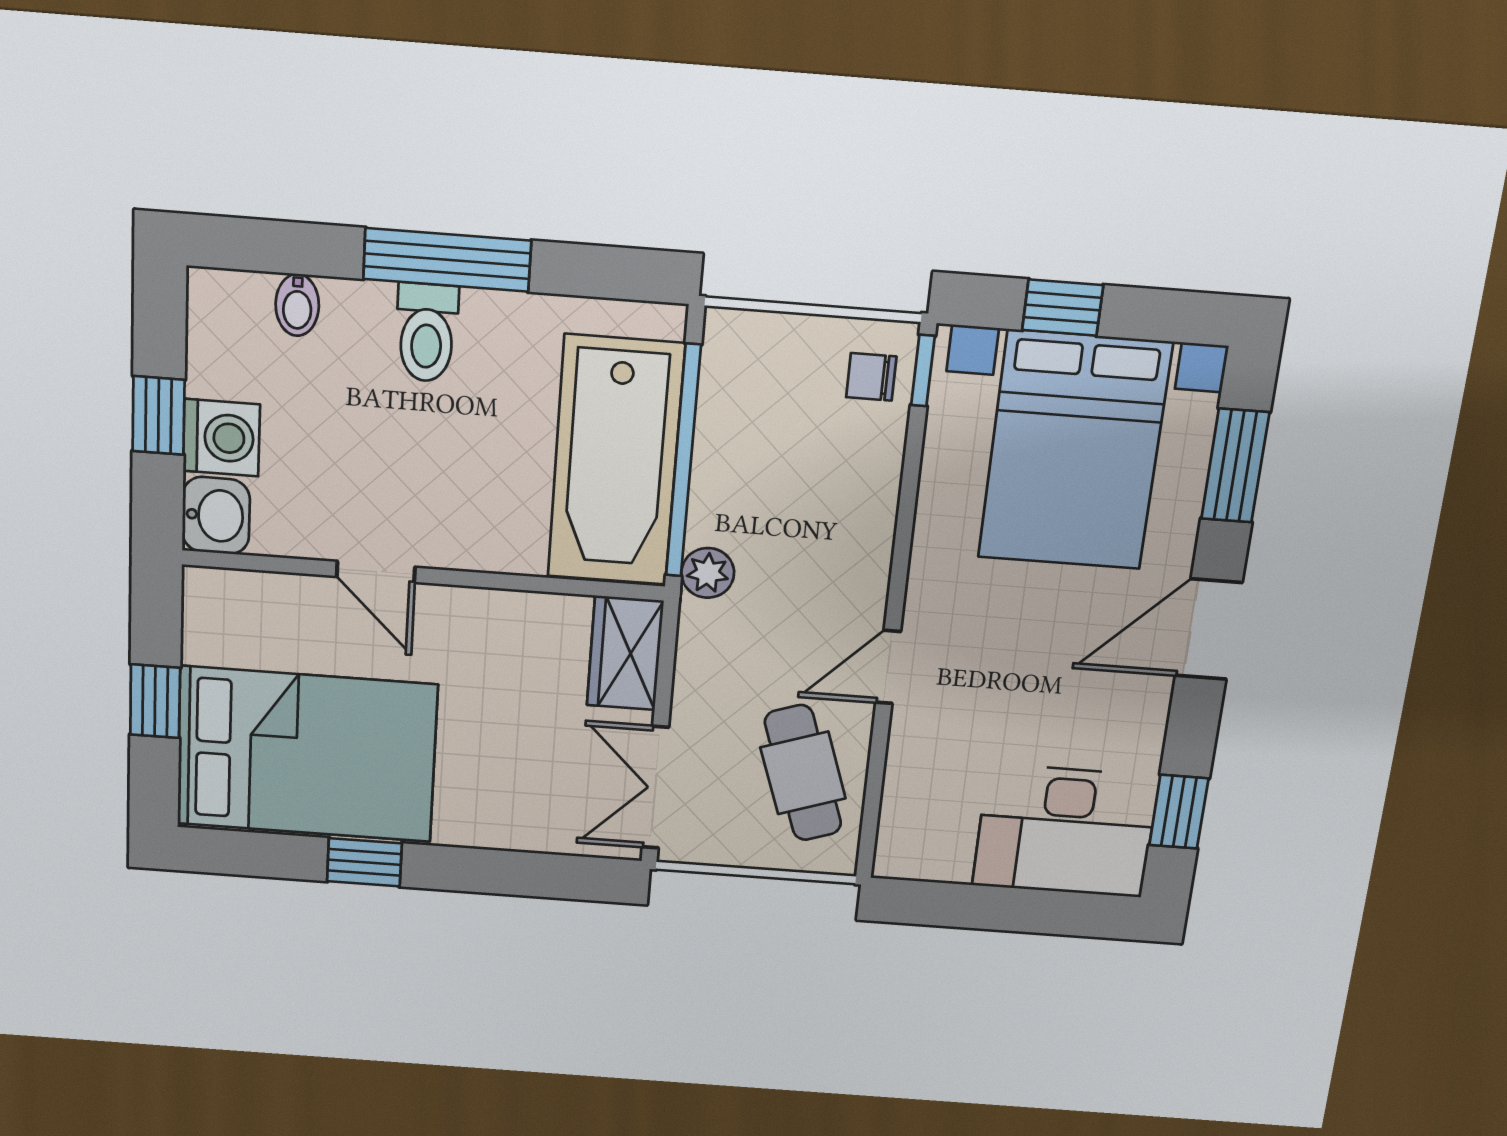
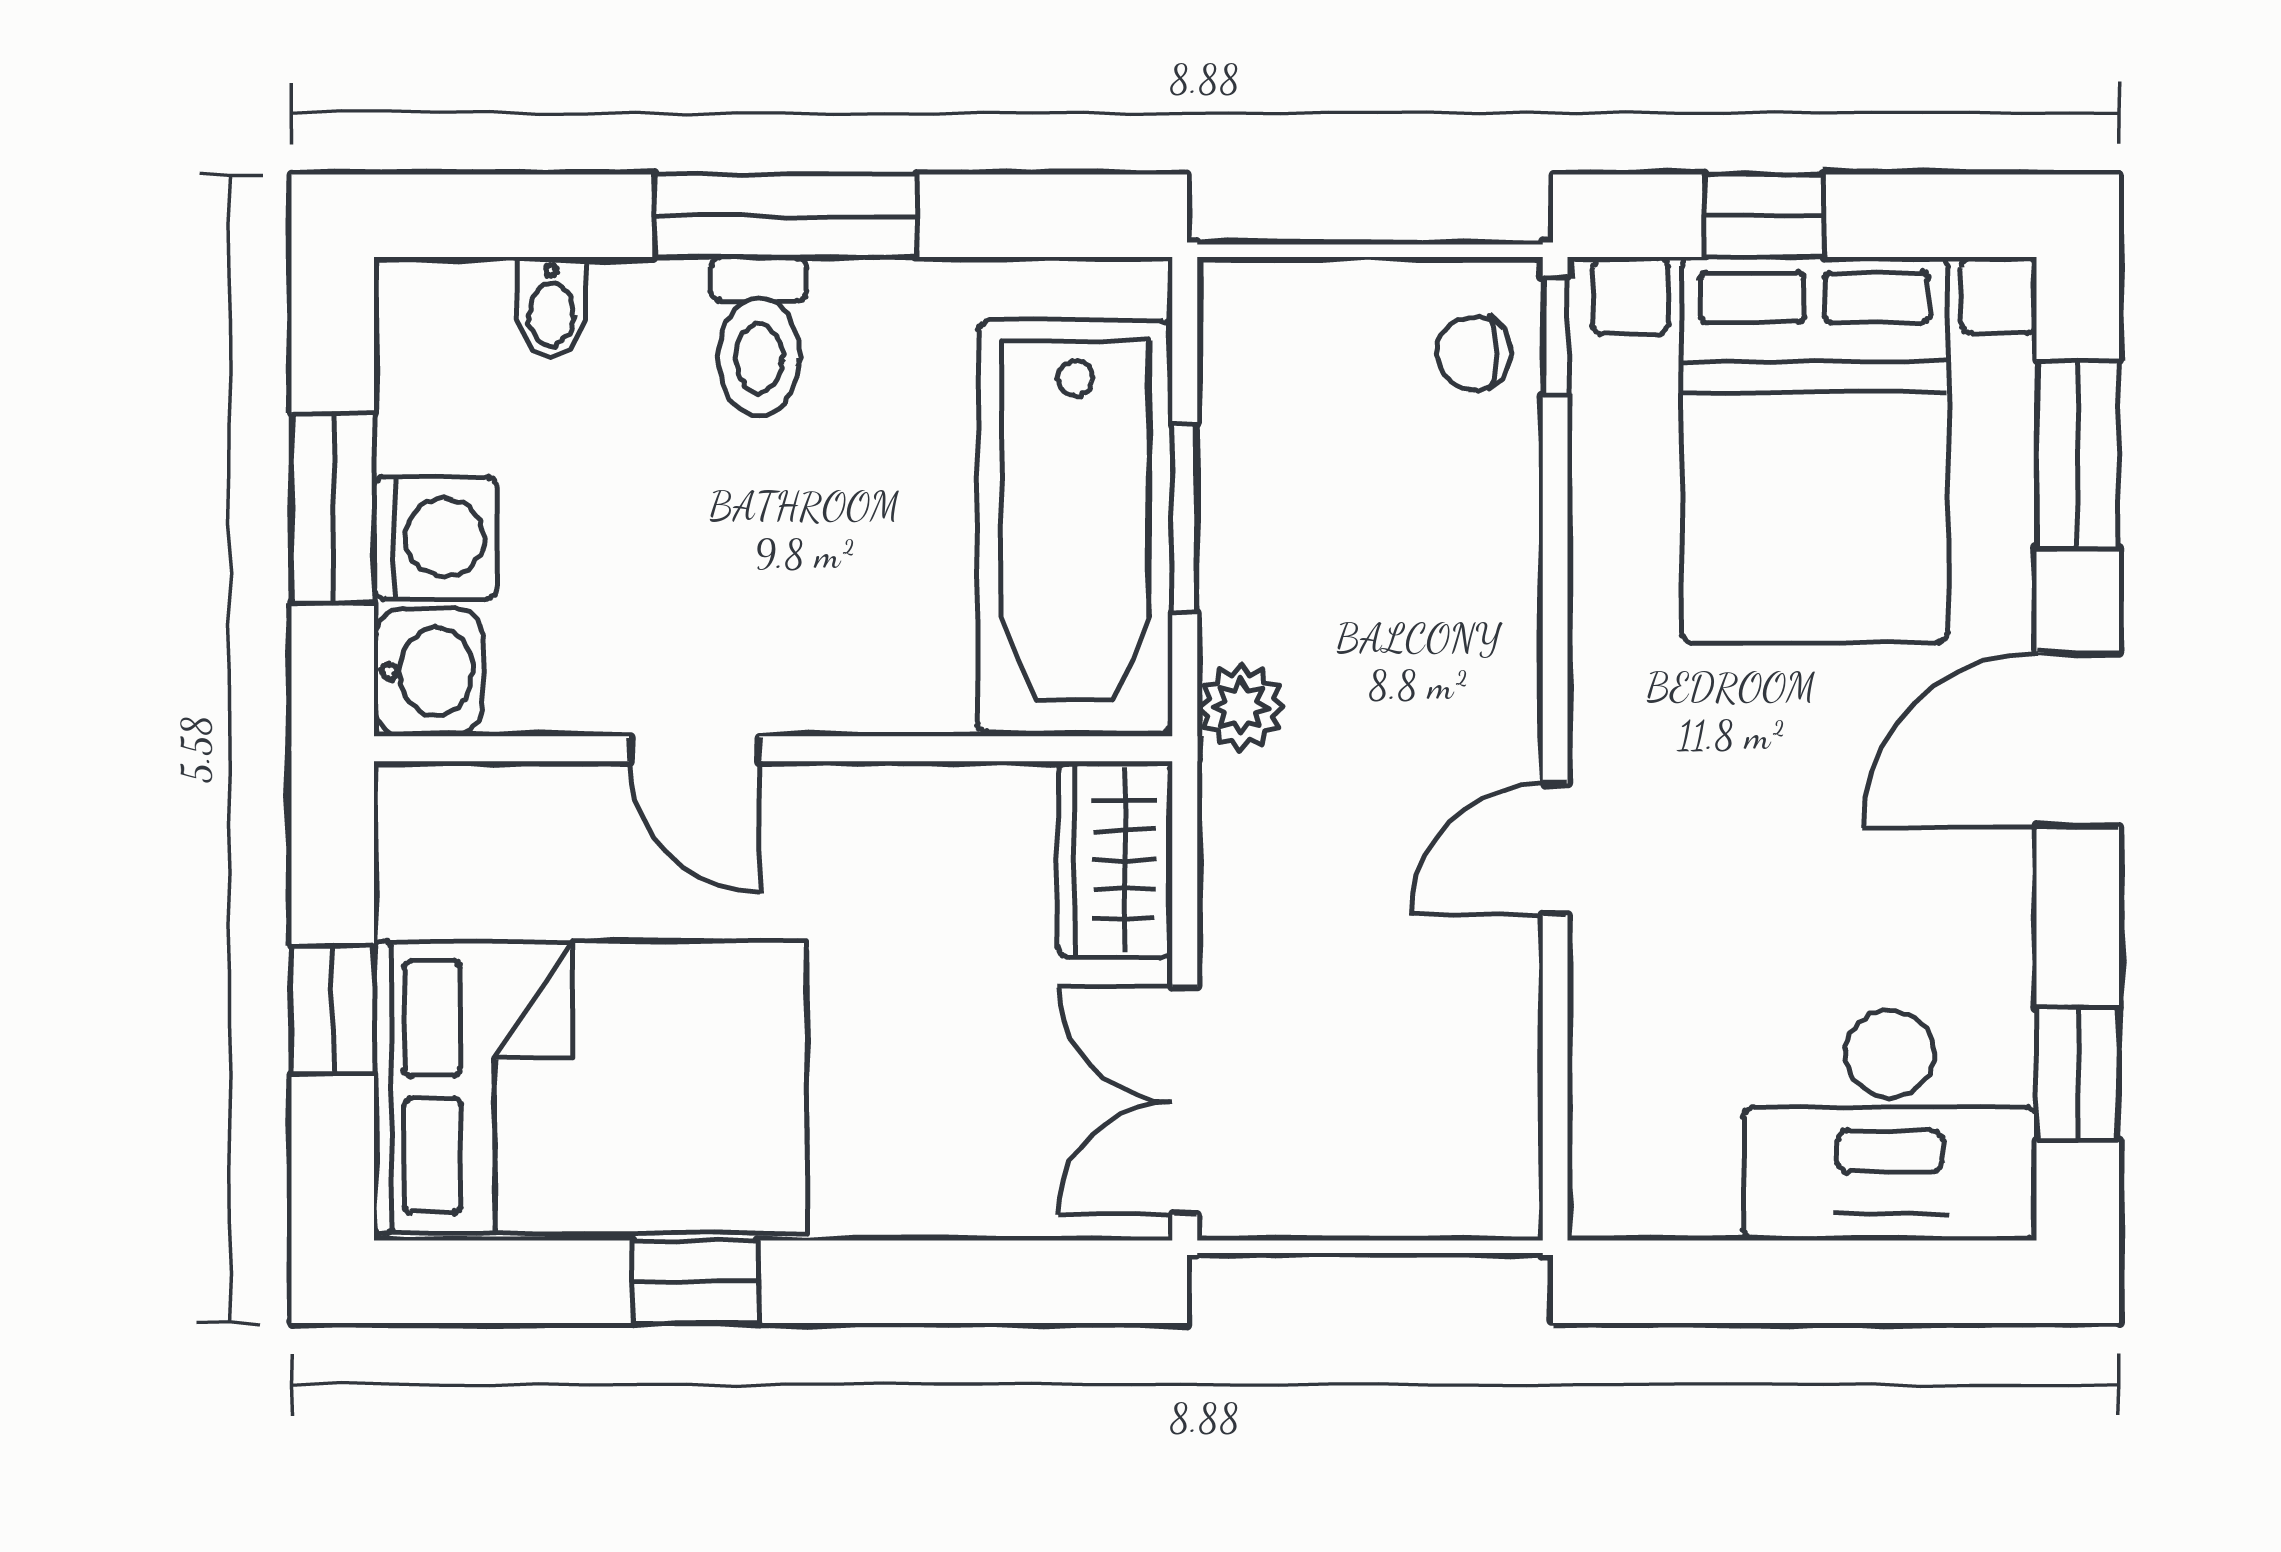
window: (158, 416) -> (333, 508), width x1.50
window: (683, 461) -> (1185, 518), width x0.47
cafe table: (803, 773) -> (1432, 1053), removed

